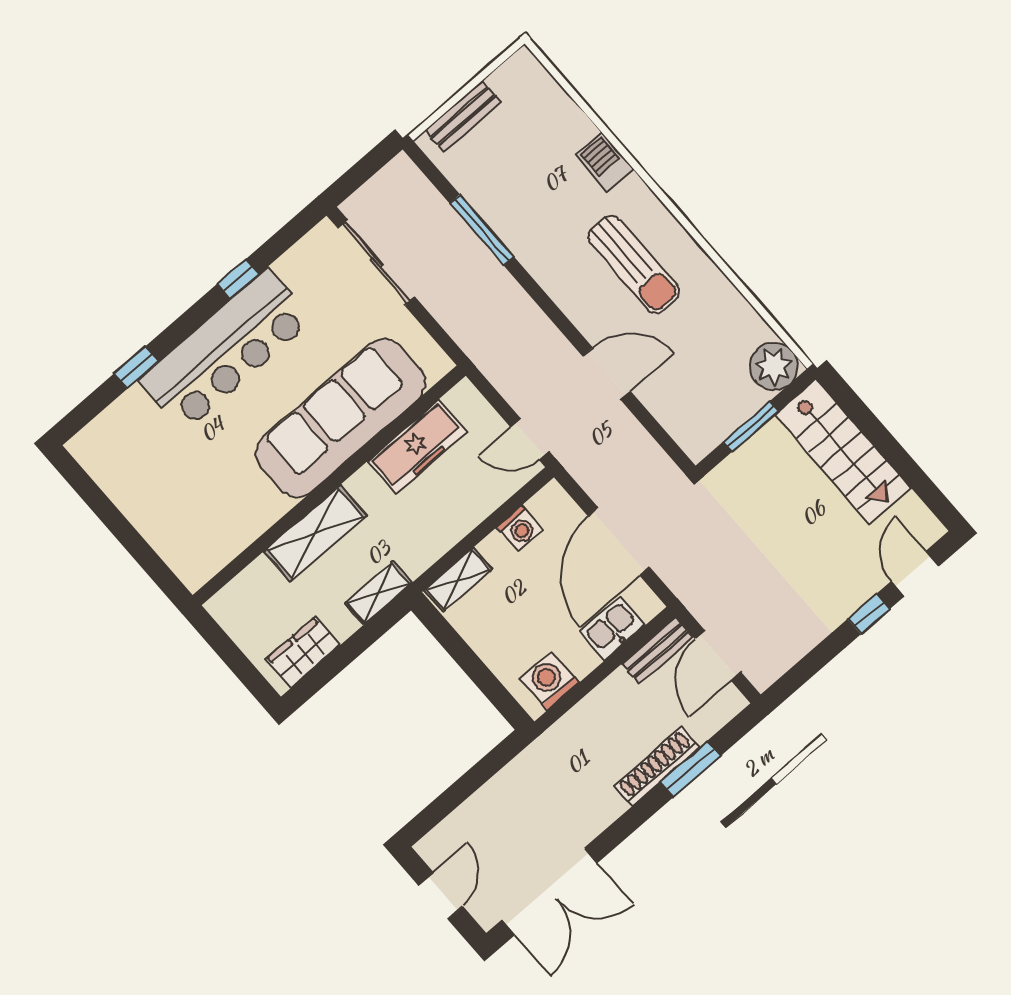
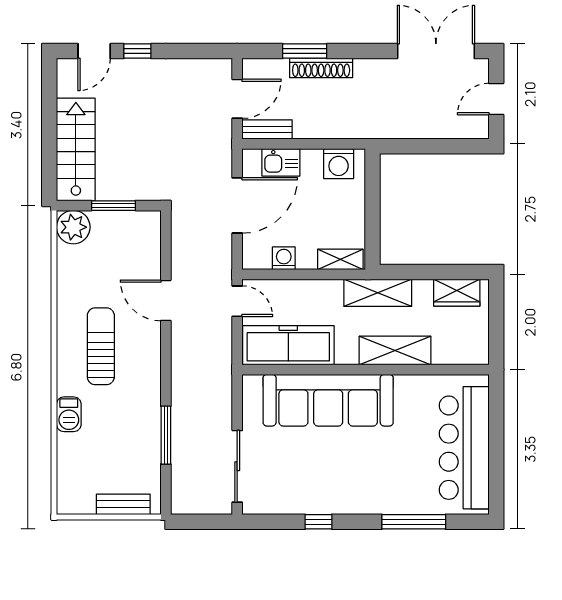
bar counter: (226, 350) -> (464, 448), moved, turned -90
window: (136, 368) -> (414, 522), width x2.17
freezer: (417, 447) -> (288, 345), width x1.36, depth x1.26
shelving: (378, 593) -> (378, 293), width x1.50, depth x1.33

